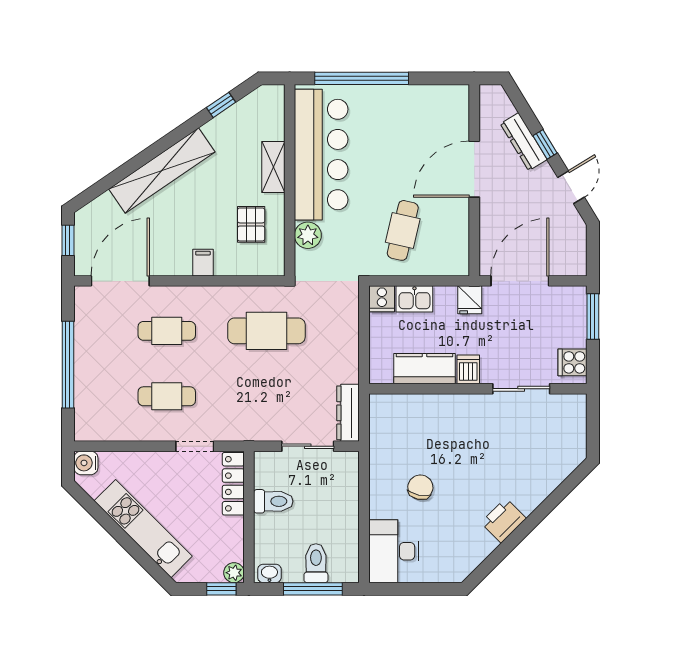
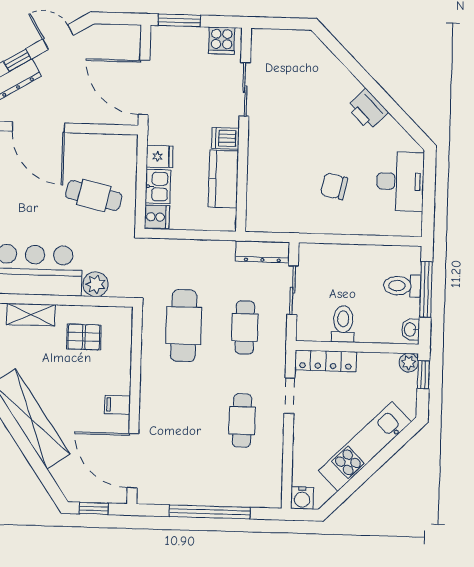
filing cabinet: (203, 263) -> (118, 405), moved
fridge: (470, 300) -> (160, 157), moved
cafe table: (167, 331) -> (245, 327), moved
desk: (394, 551) -> (400, 181), moved, turned -90

